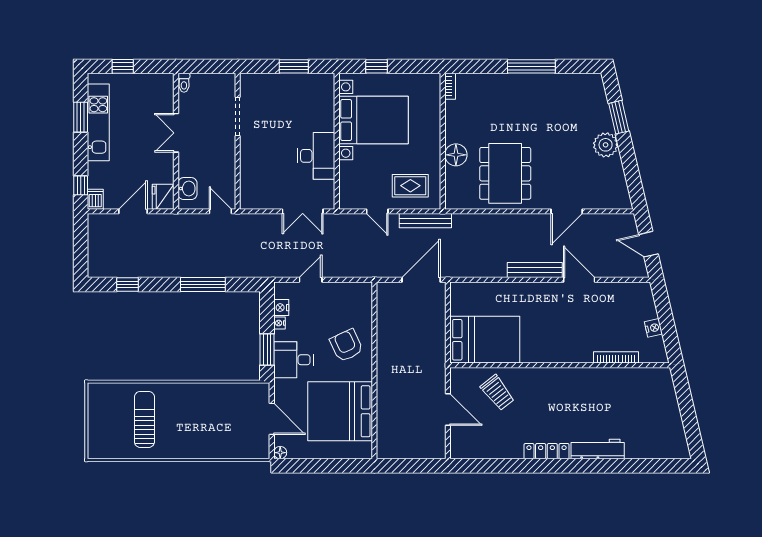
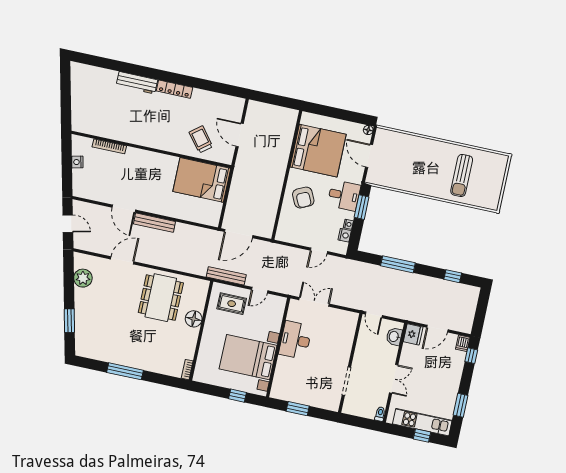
kitchen unit: (98, 122) -> (422, 422), moved, turned 90
plant: (606, 145) -> (83, 278), moved
door: (377, 211) -> (260, 290), swing flipped

